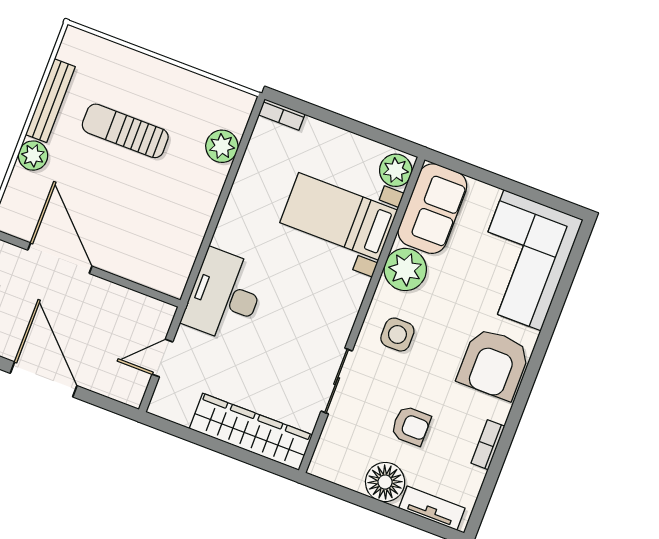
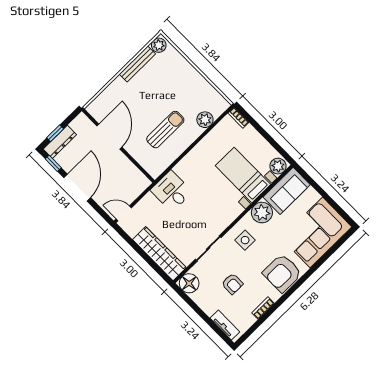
sun lounger: (125, 131) -> (165, 130), moved, turned 90
plant: (33, 156) -> (159, 45), moved
desk: (224, 296) -> (171, 191), width x0.73
door: (162, 358) -> (124, 213), moved
floor lamp: (385, 482) -> (189, 283), moved

